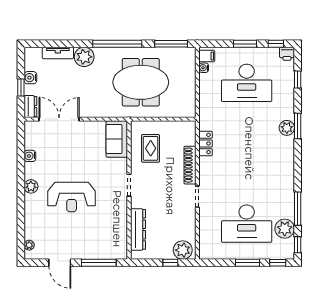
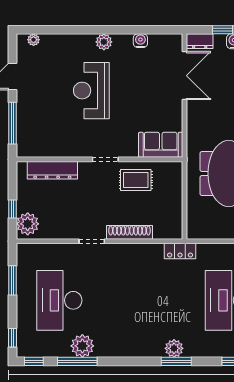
locker: (205, 143) -> (180, 251), moved
rug: (151, 148) -> (136, 180), moved
plant: (285, 229) -> (82, 346), moved
window: (247, 263) -> (12, 280), moved

